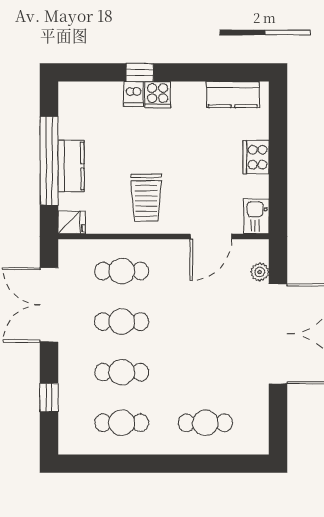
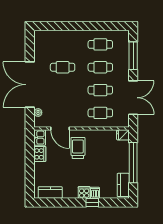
cooker: (256, 157) -> (40, 154), moved
kitchen counter: (71, 166) -> (123, 185), moved
trolley: (146, 198) -> (78, 148), moved
door: (211, 236) -> (60, 128), swing flipped
window: (49, 398) -> (133, 56), width x2.17
cafe table: (205, 423) -> (63, 67), moved

